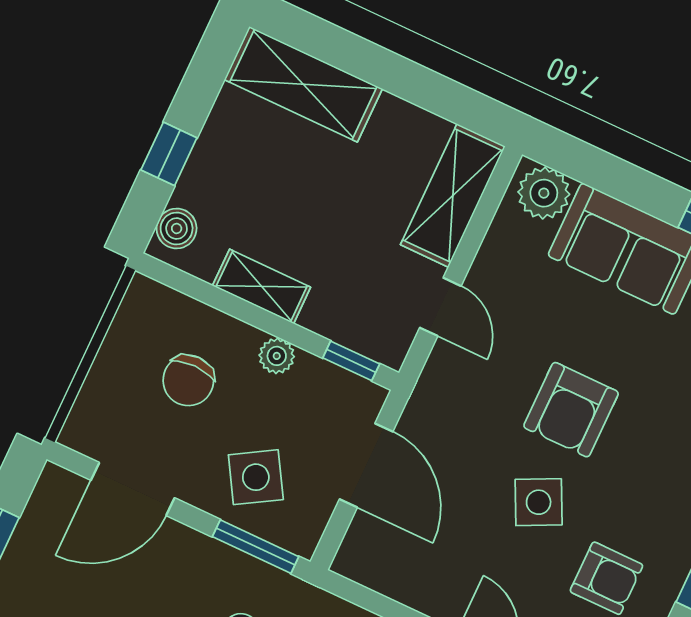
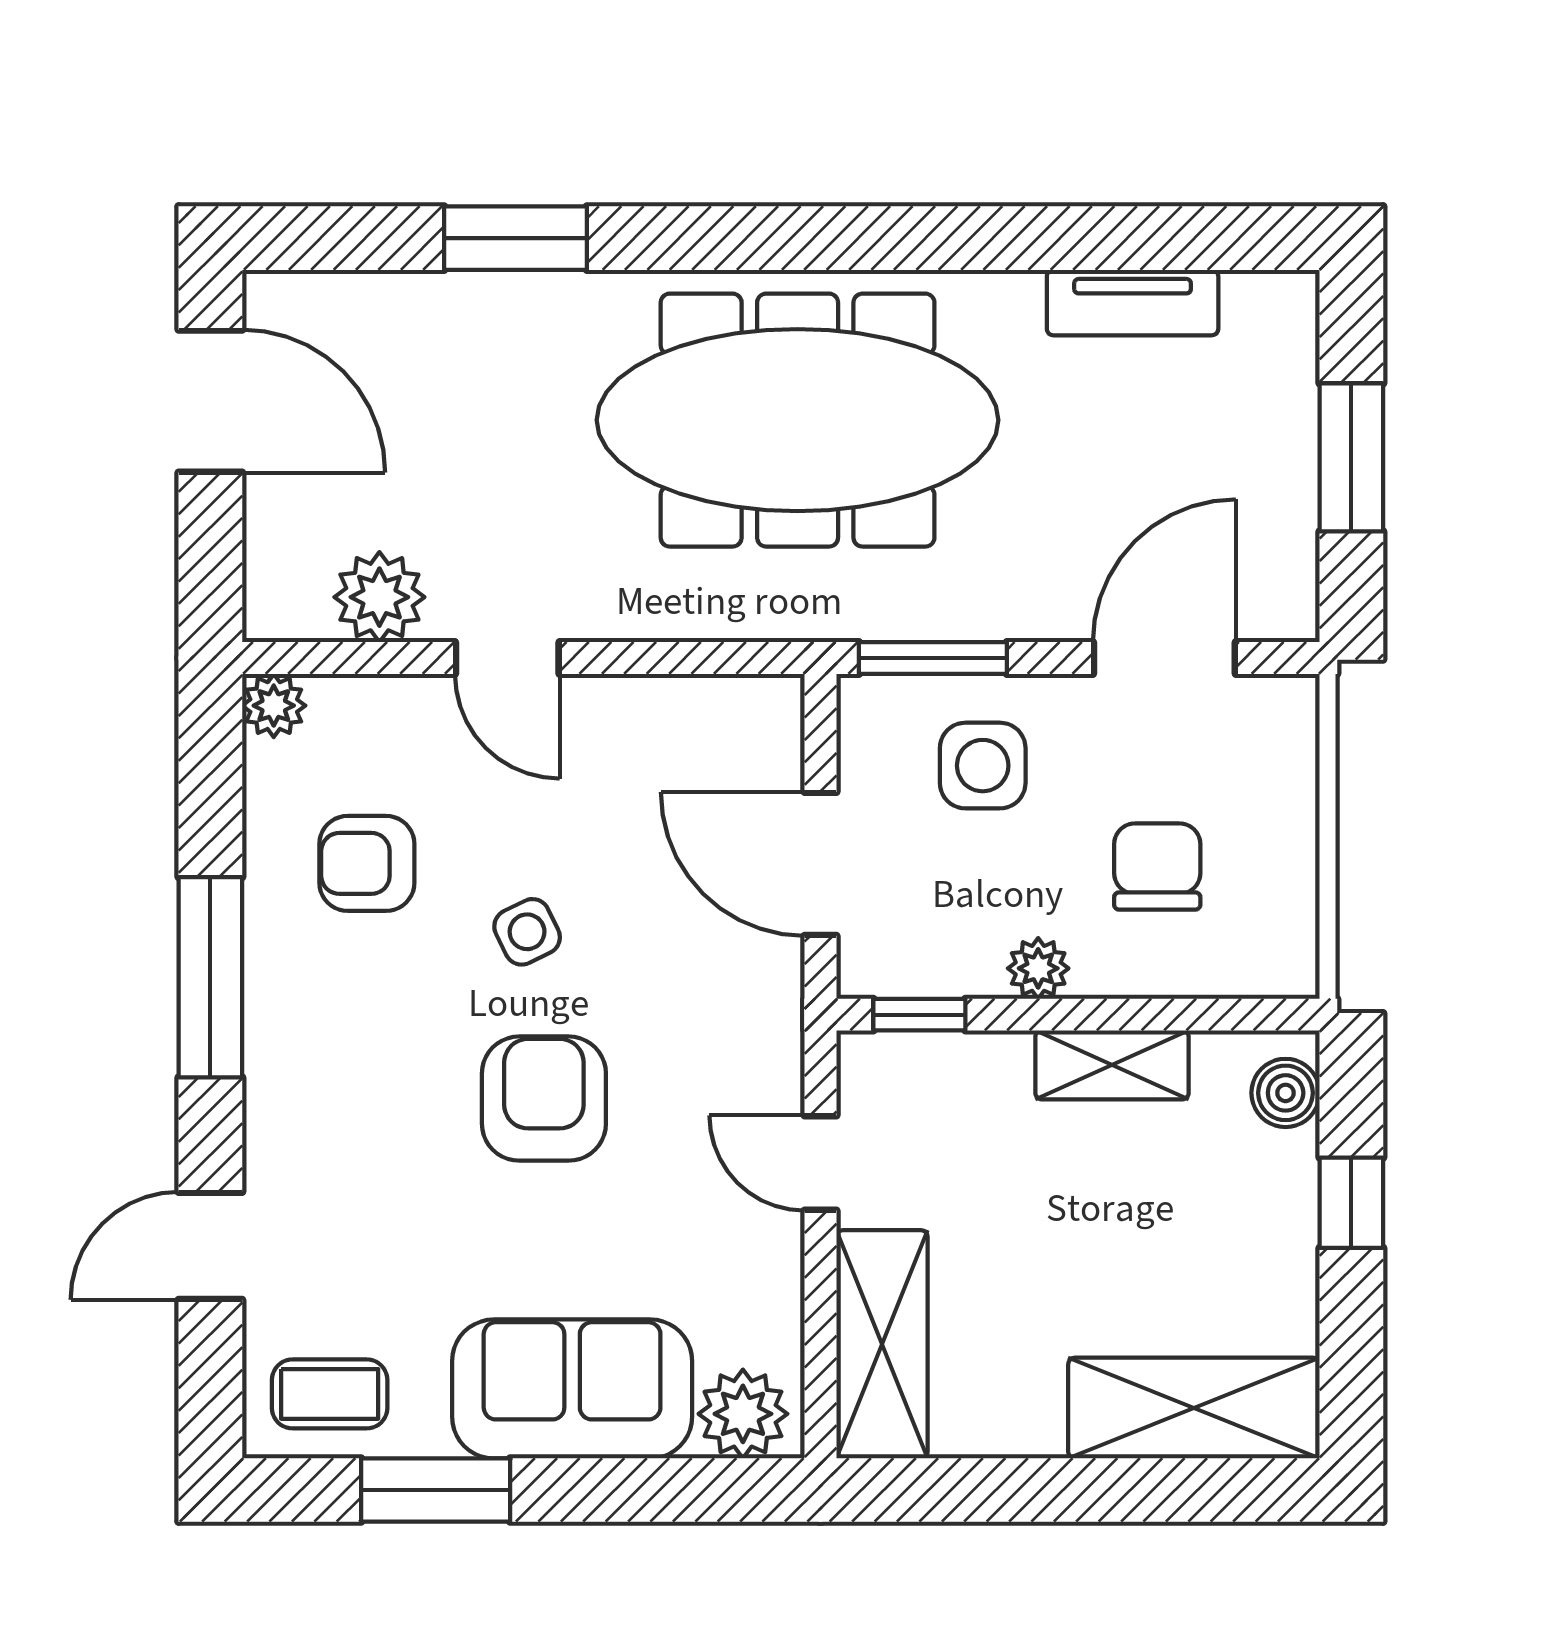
side table: (256, 477) -> (983, 766), turned 31
side table: (539, 502) -> (527, 932), width x0.73, depth x0.73

